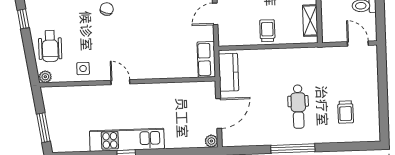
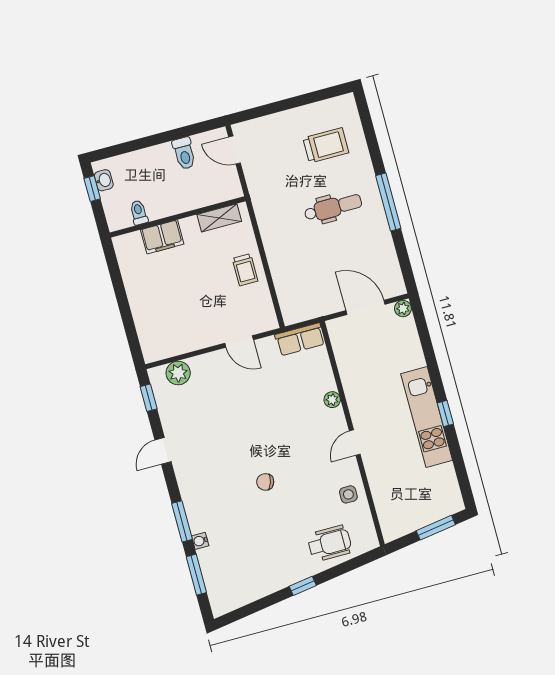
trolley: (267, 31) -> (245, 270), turned -90
door: (358, 44) -> (235, 150), hinge flipped
kitchen counter: (229, 72) -> (310, 307), removed
plant: (45, 77) -> (332, 400), moved
trolley: (346, 112) -> (326, 145), width x1.36, depth x1.39

